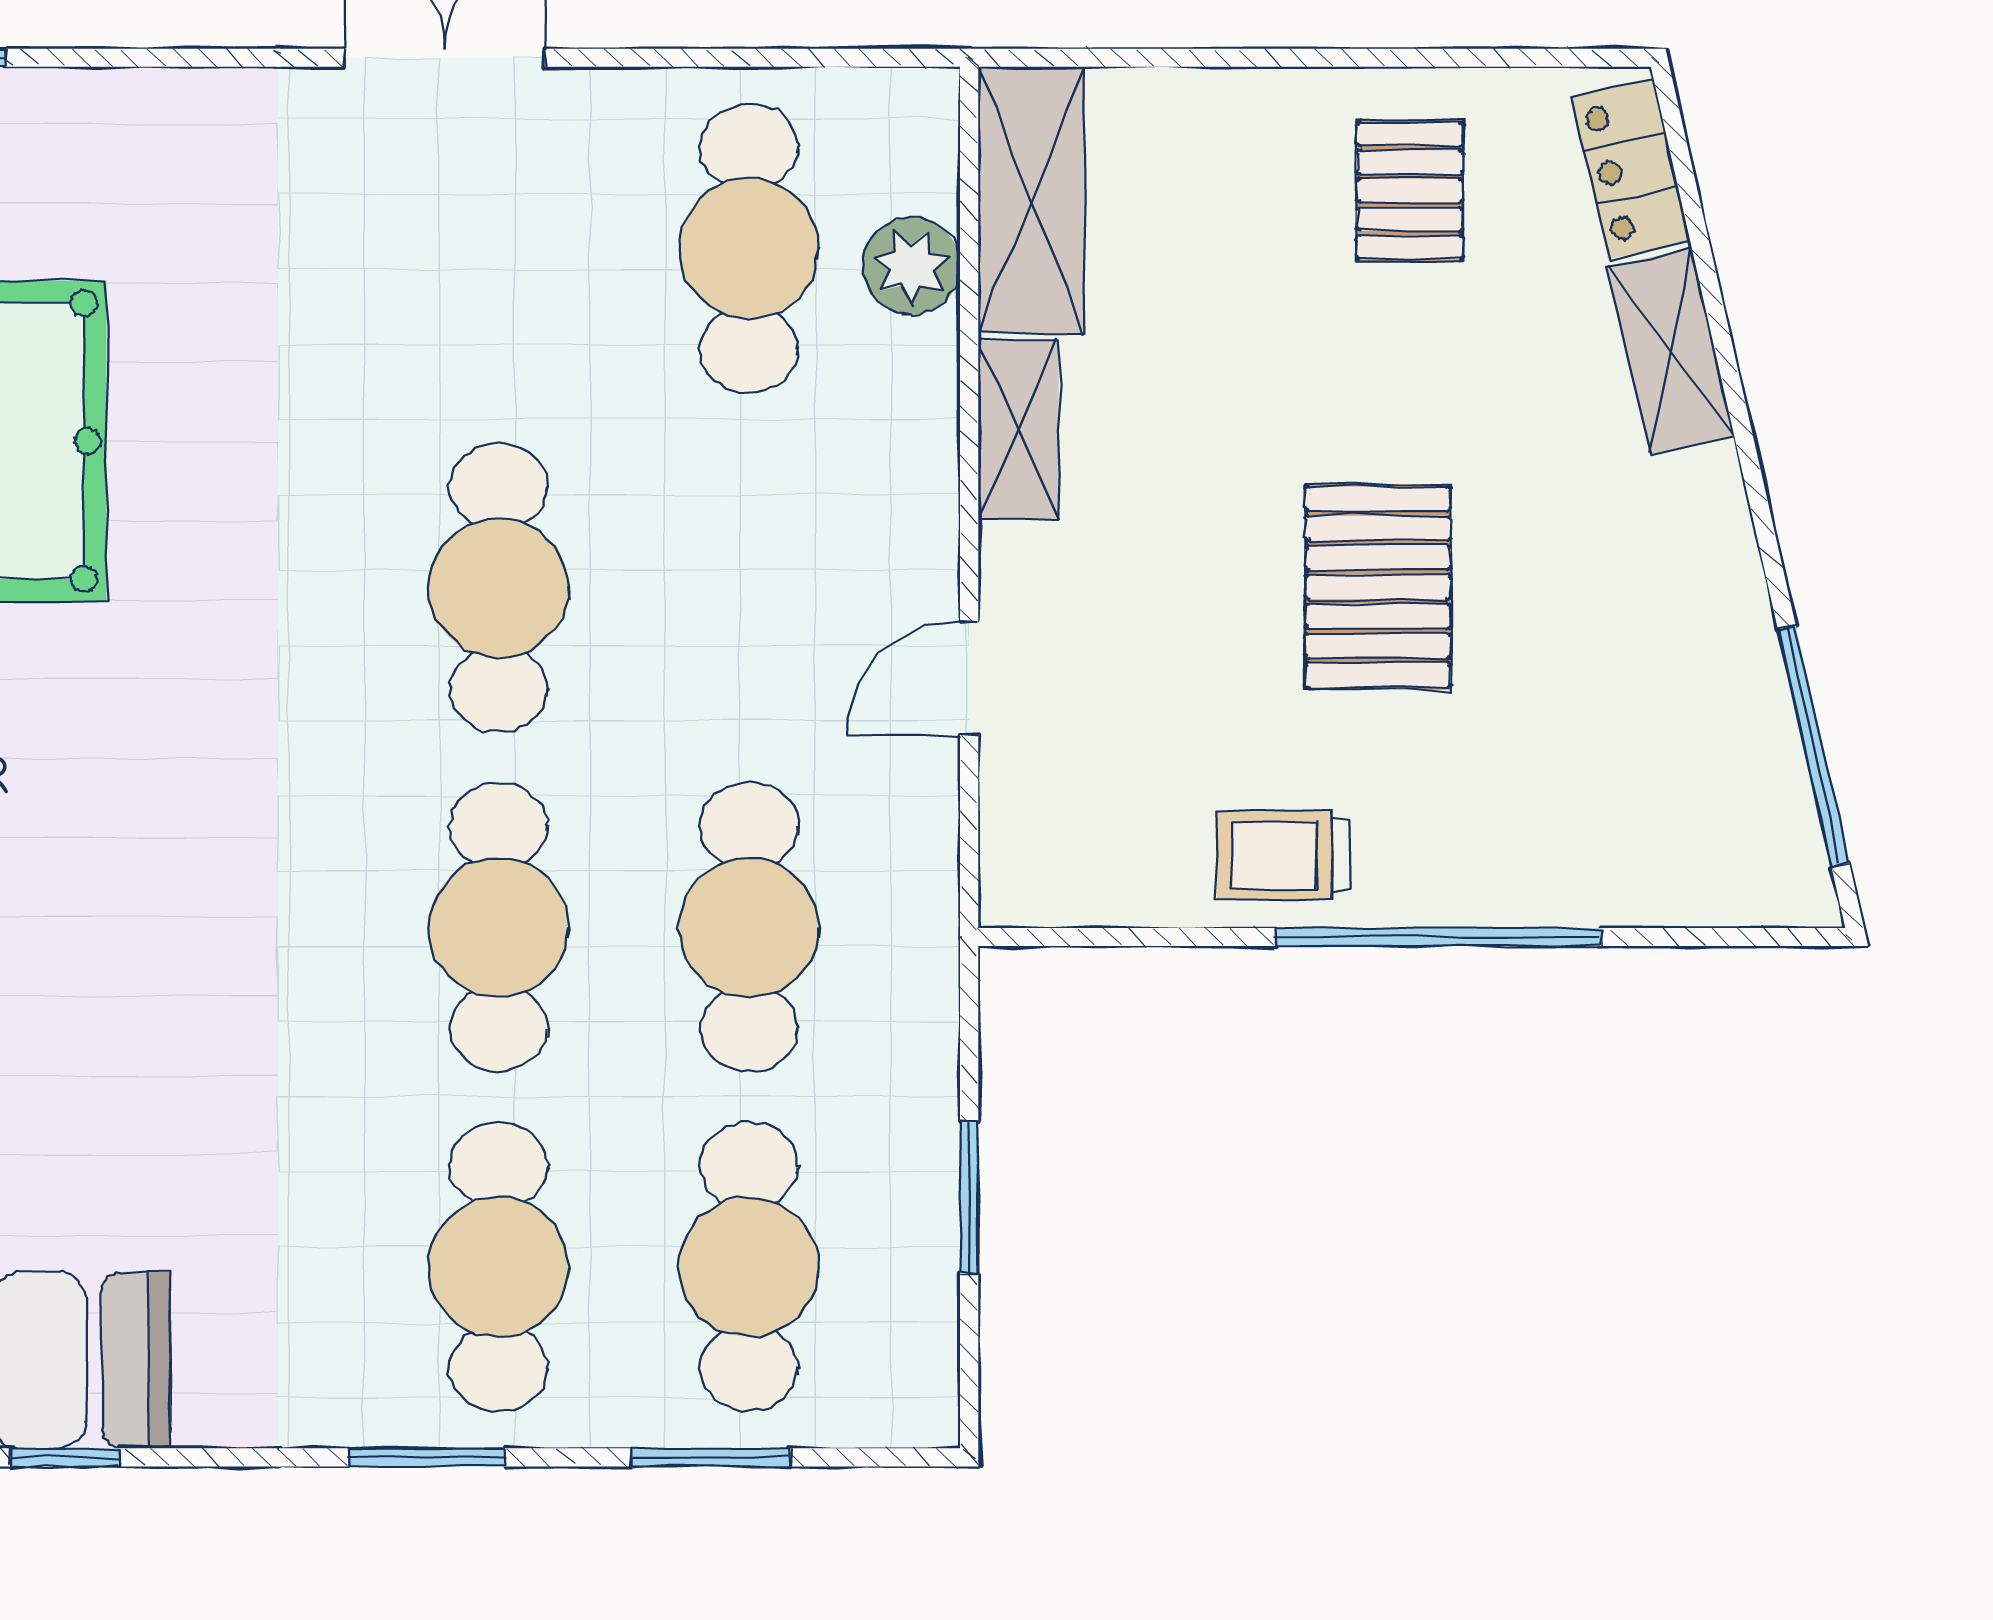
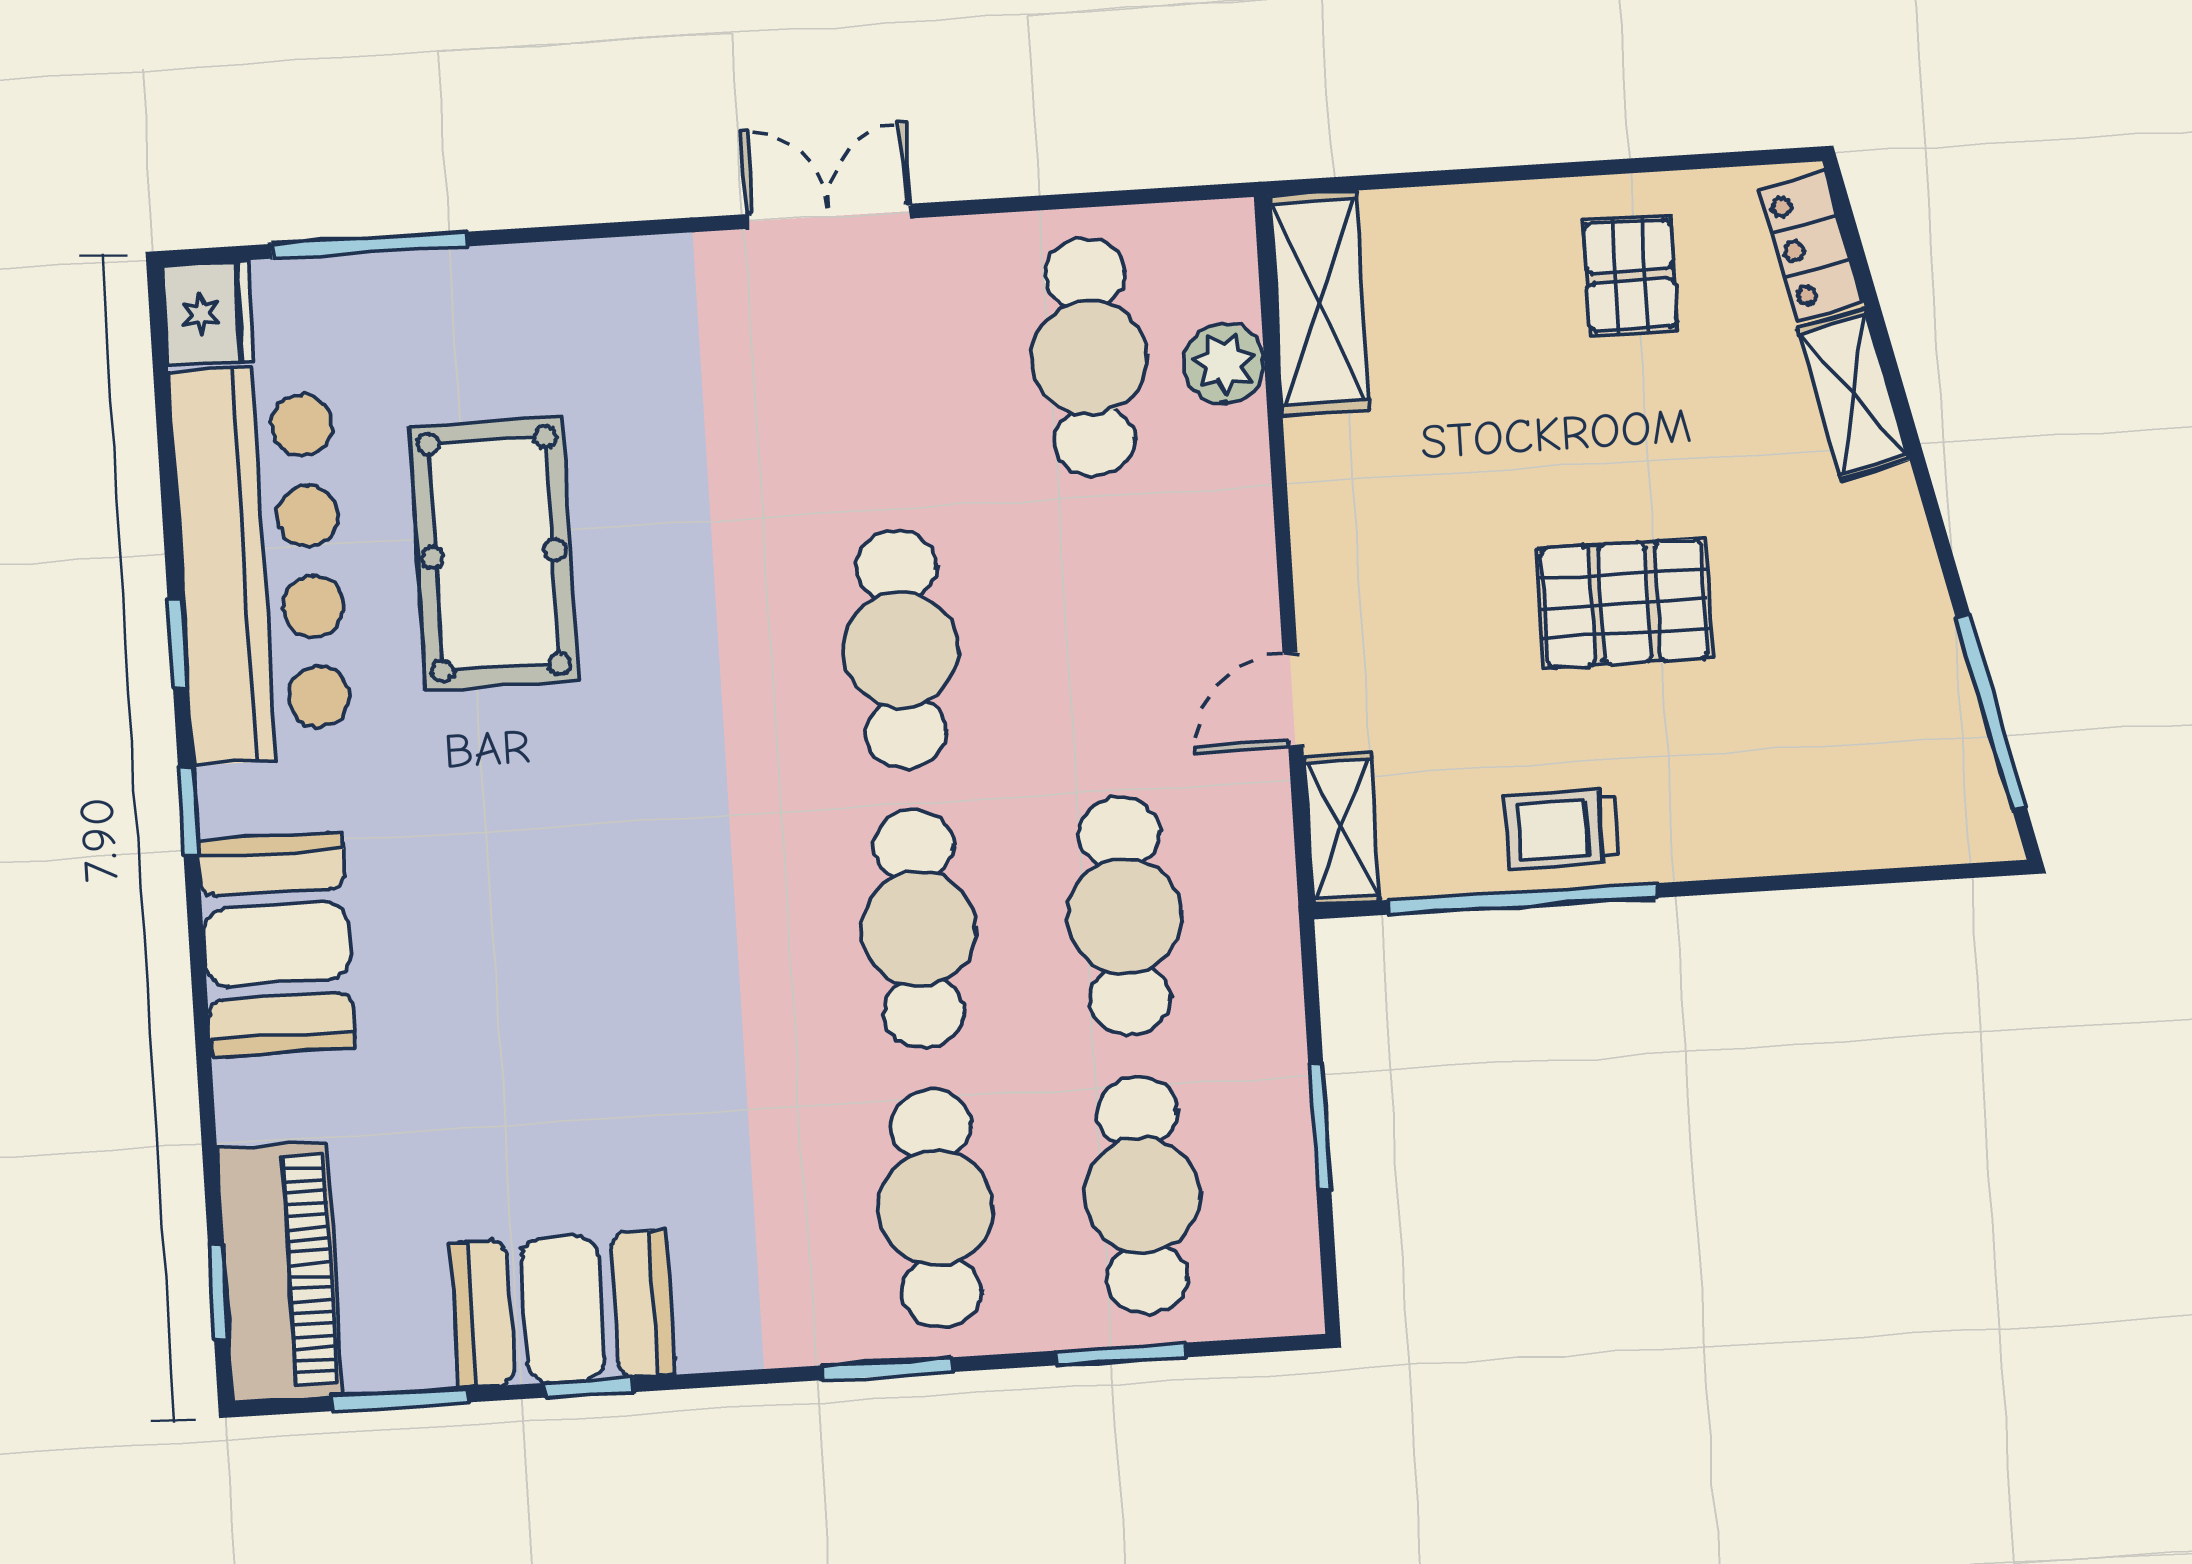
shelving: (1018, 430) -> (1342, 829), moved
pallet: (1378, 587) -> (1625, 603), turned 90
window: (1438, 937) -> (1523, 899), moved

